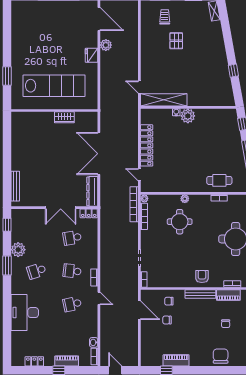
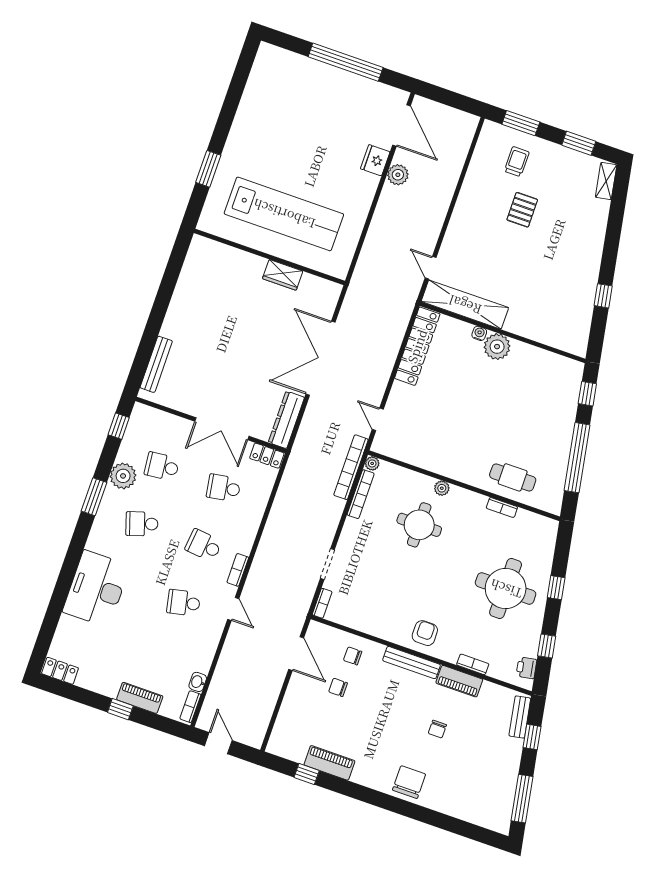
fridge: (92, 55) -> (375, 160), moved
locker: (147, 145) -> (417, 346), moved
school desk: (37, 238) -> (162, 466), added
locker: (34, 361) -> (60, 671), moved

